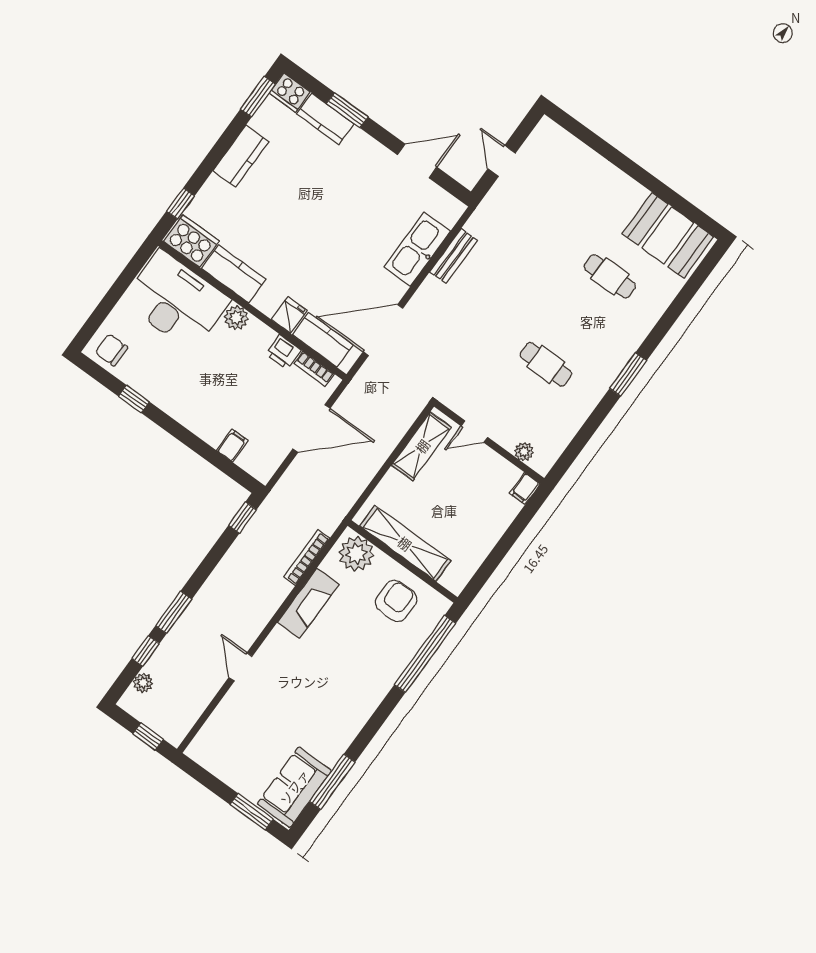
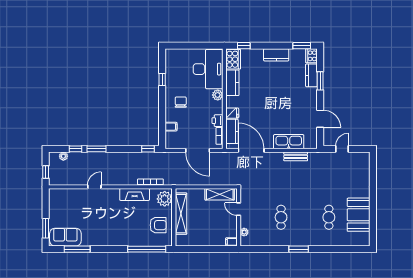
booth: (668, 235) -> (359, 215), moved
chair: (111, 350) -> (181, 102), moved

